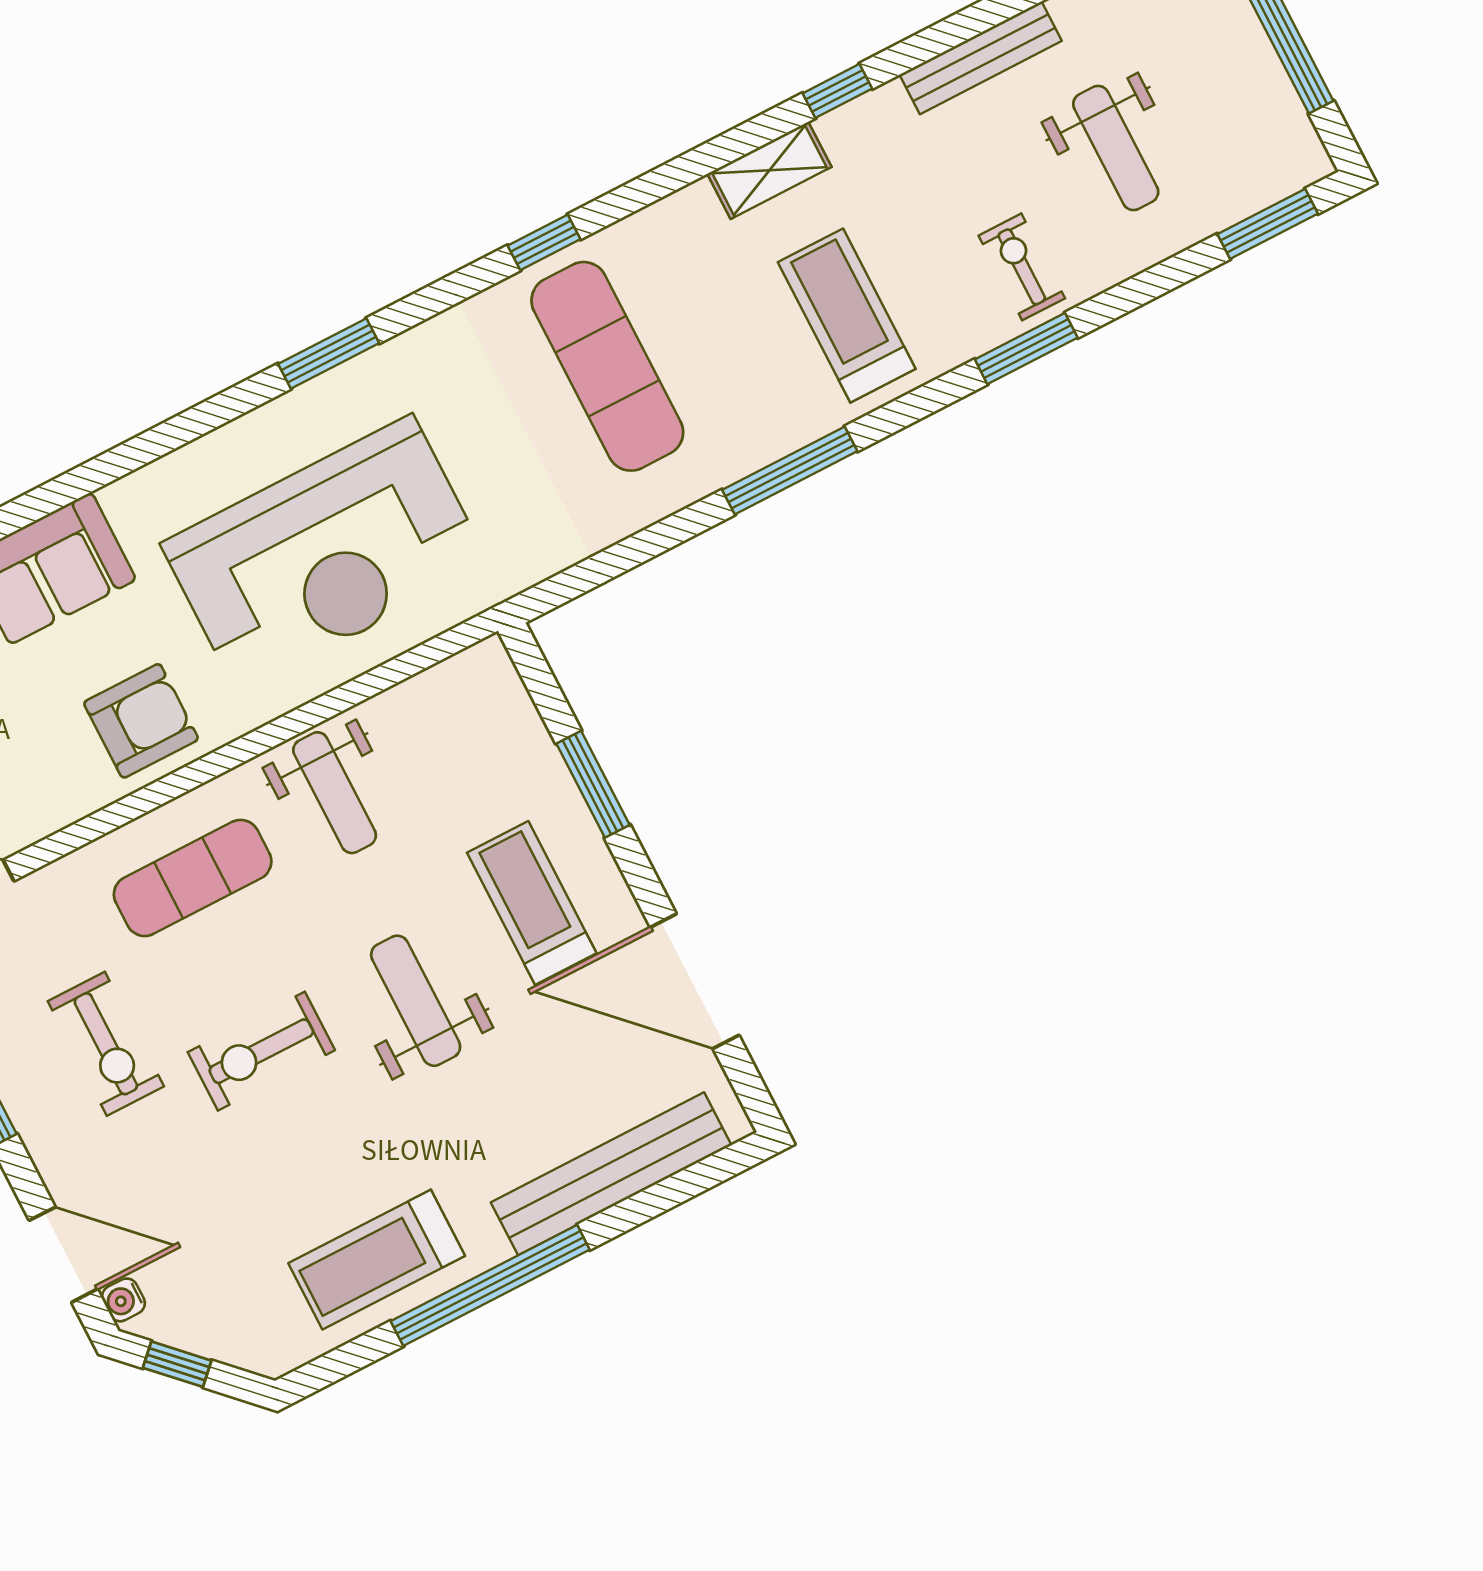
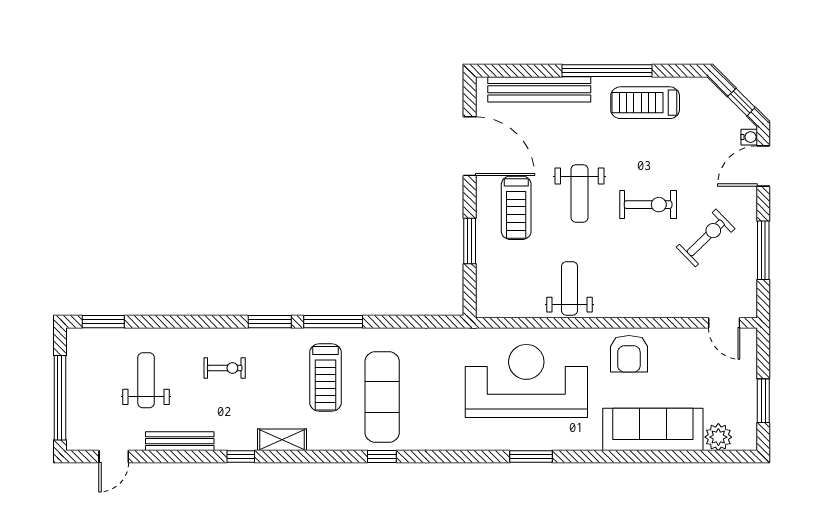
exercise bike: (1022, 267) -> (225, 368), moved, turned -90
treadmill: (847, 316) -> (325, 378), moved
window: (1026, 348) -> (270, 322), moved
window: (329, 353) -> (531, 457), moved
armchair: (141, 721) -> (629, 354), turned -90
exercise mat: (193, 878) -> (640, 284), removed
exercise bike: (106, 1044) -> (706, 238), turned 46
door: (63, 1255) -> (763, 166), hinge flipped
treadmill: (377, 1260) -> (645, 103), turned 180

